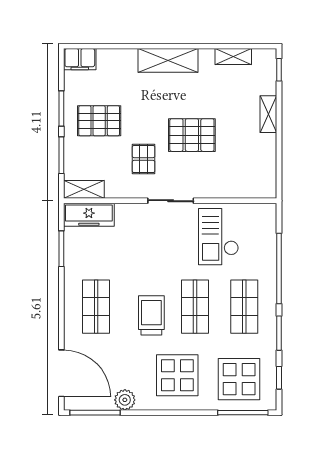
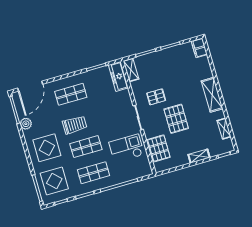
pallet: (99, 121) -> (159, 148), moved

